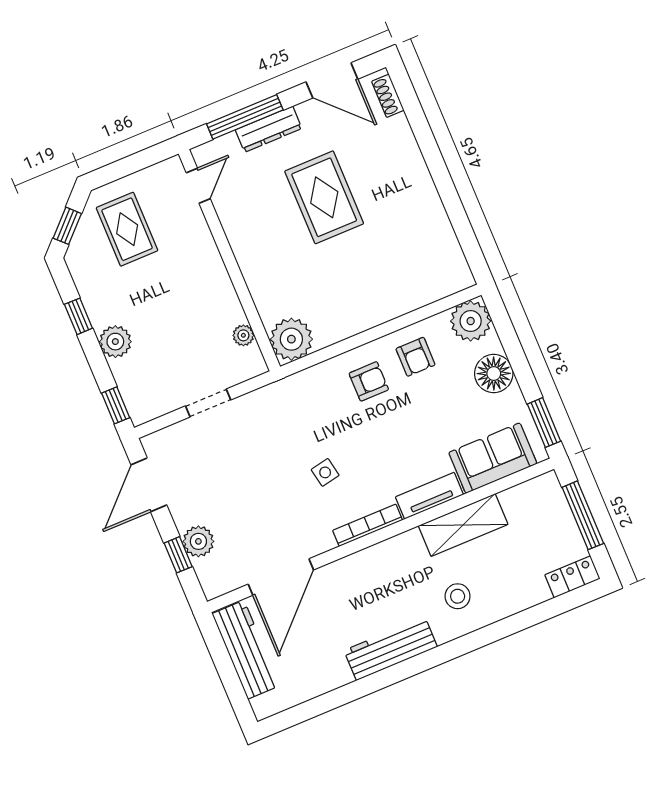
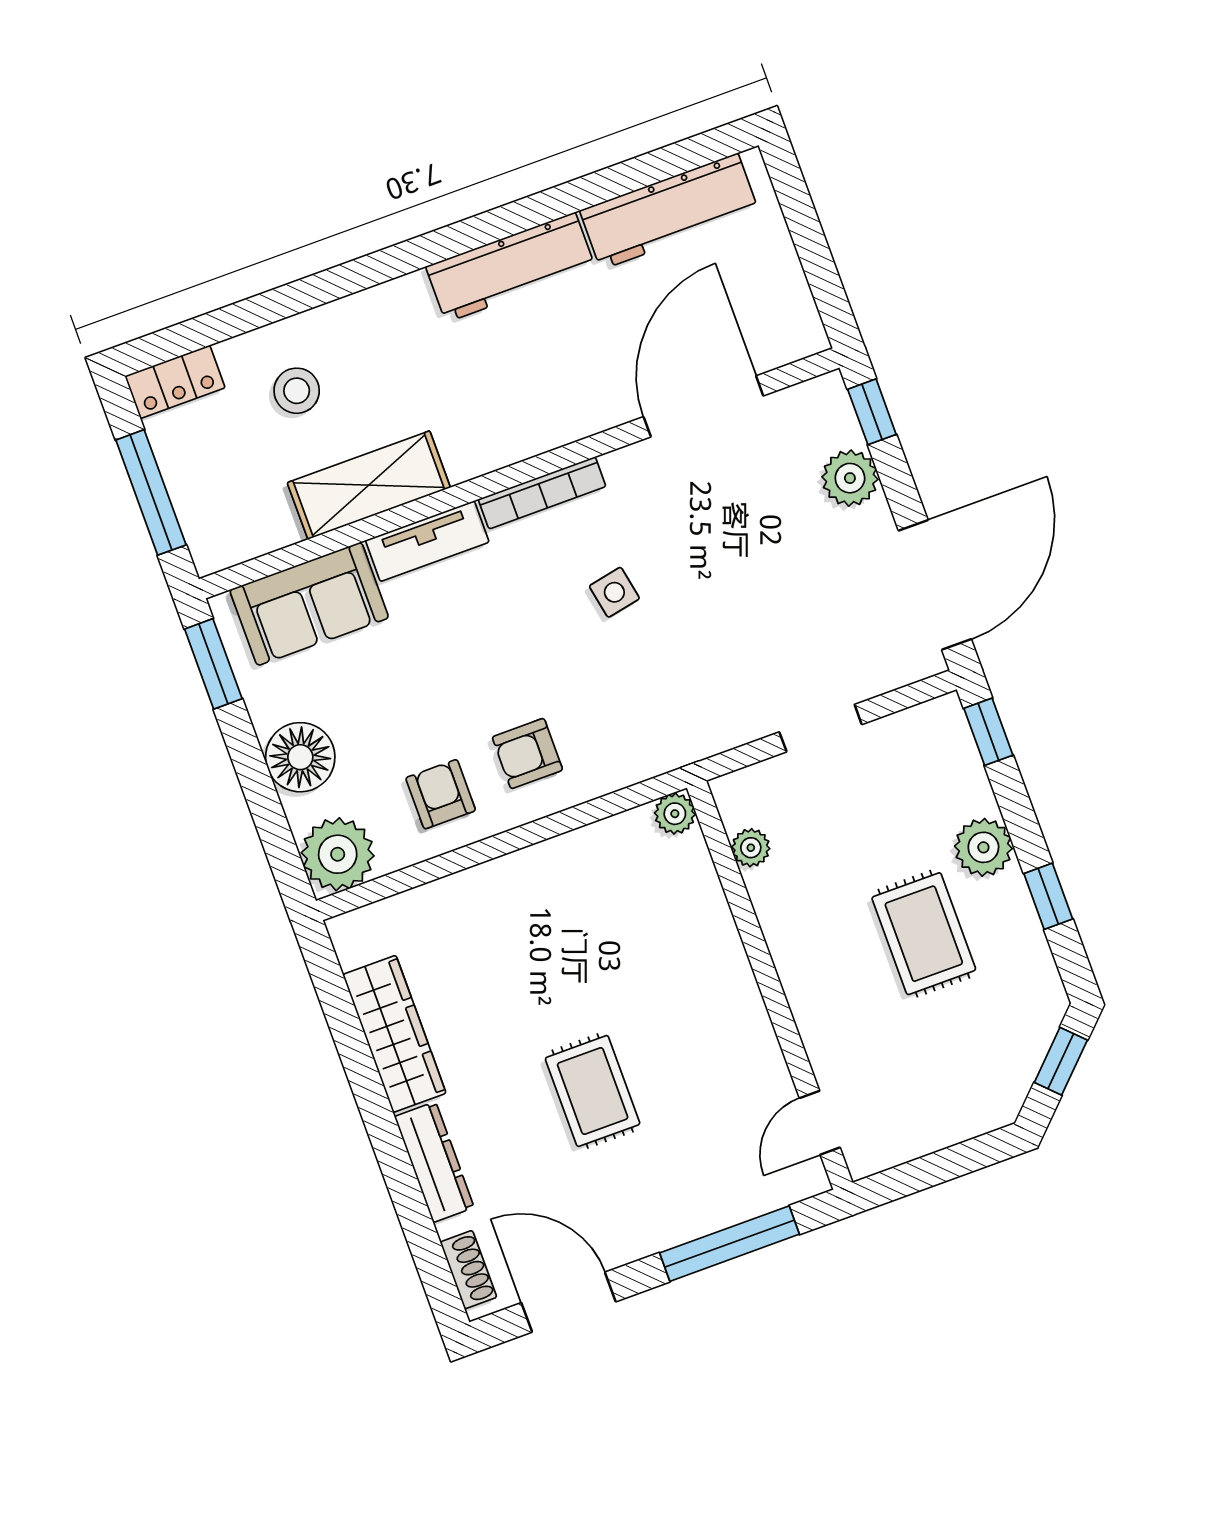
dresser: (269, 129) -> (434, 1162), moved, turned 90
rug: (324, 197) -> (593, 1091), width x0.73, depth x0.70
wardrobe: (435, 224) -> (394, 1034), added
rug: (127, 229) -> (924, 934), moved
plant: (291, 339) -> (675, 814), width x0.53, depth x0.53
door: (149, 485) -> (935, 585), width x1.36
window: (178, 555) -> (872, 412), moved
stool: (458, 596) -> (297, 391), moved
workbench: (246, 650) -> (669, 211), moved, turned -90

